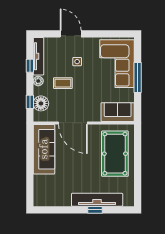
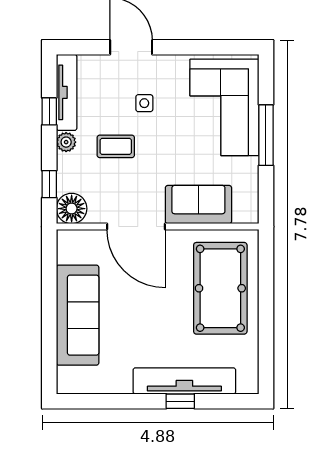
floor lamp: (41, 103) -> (72, 209), moved
sofa: (118, 112) -> (198, 205), moved
sofa: (44, 149) -> (78, 315), moved

